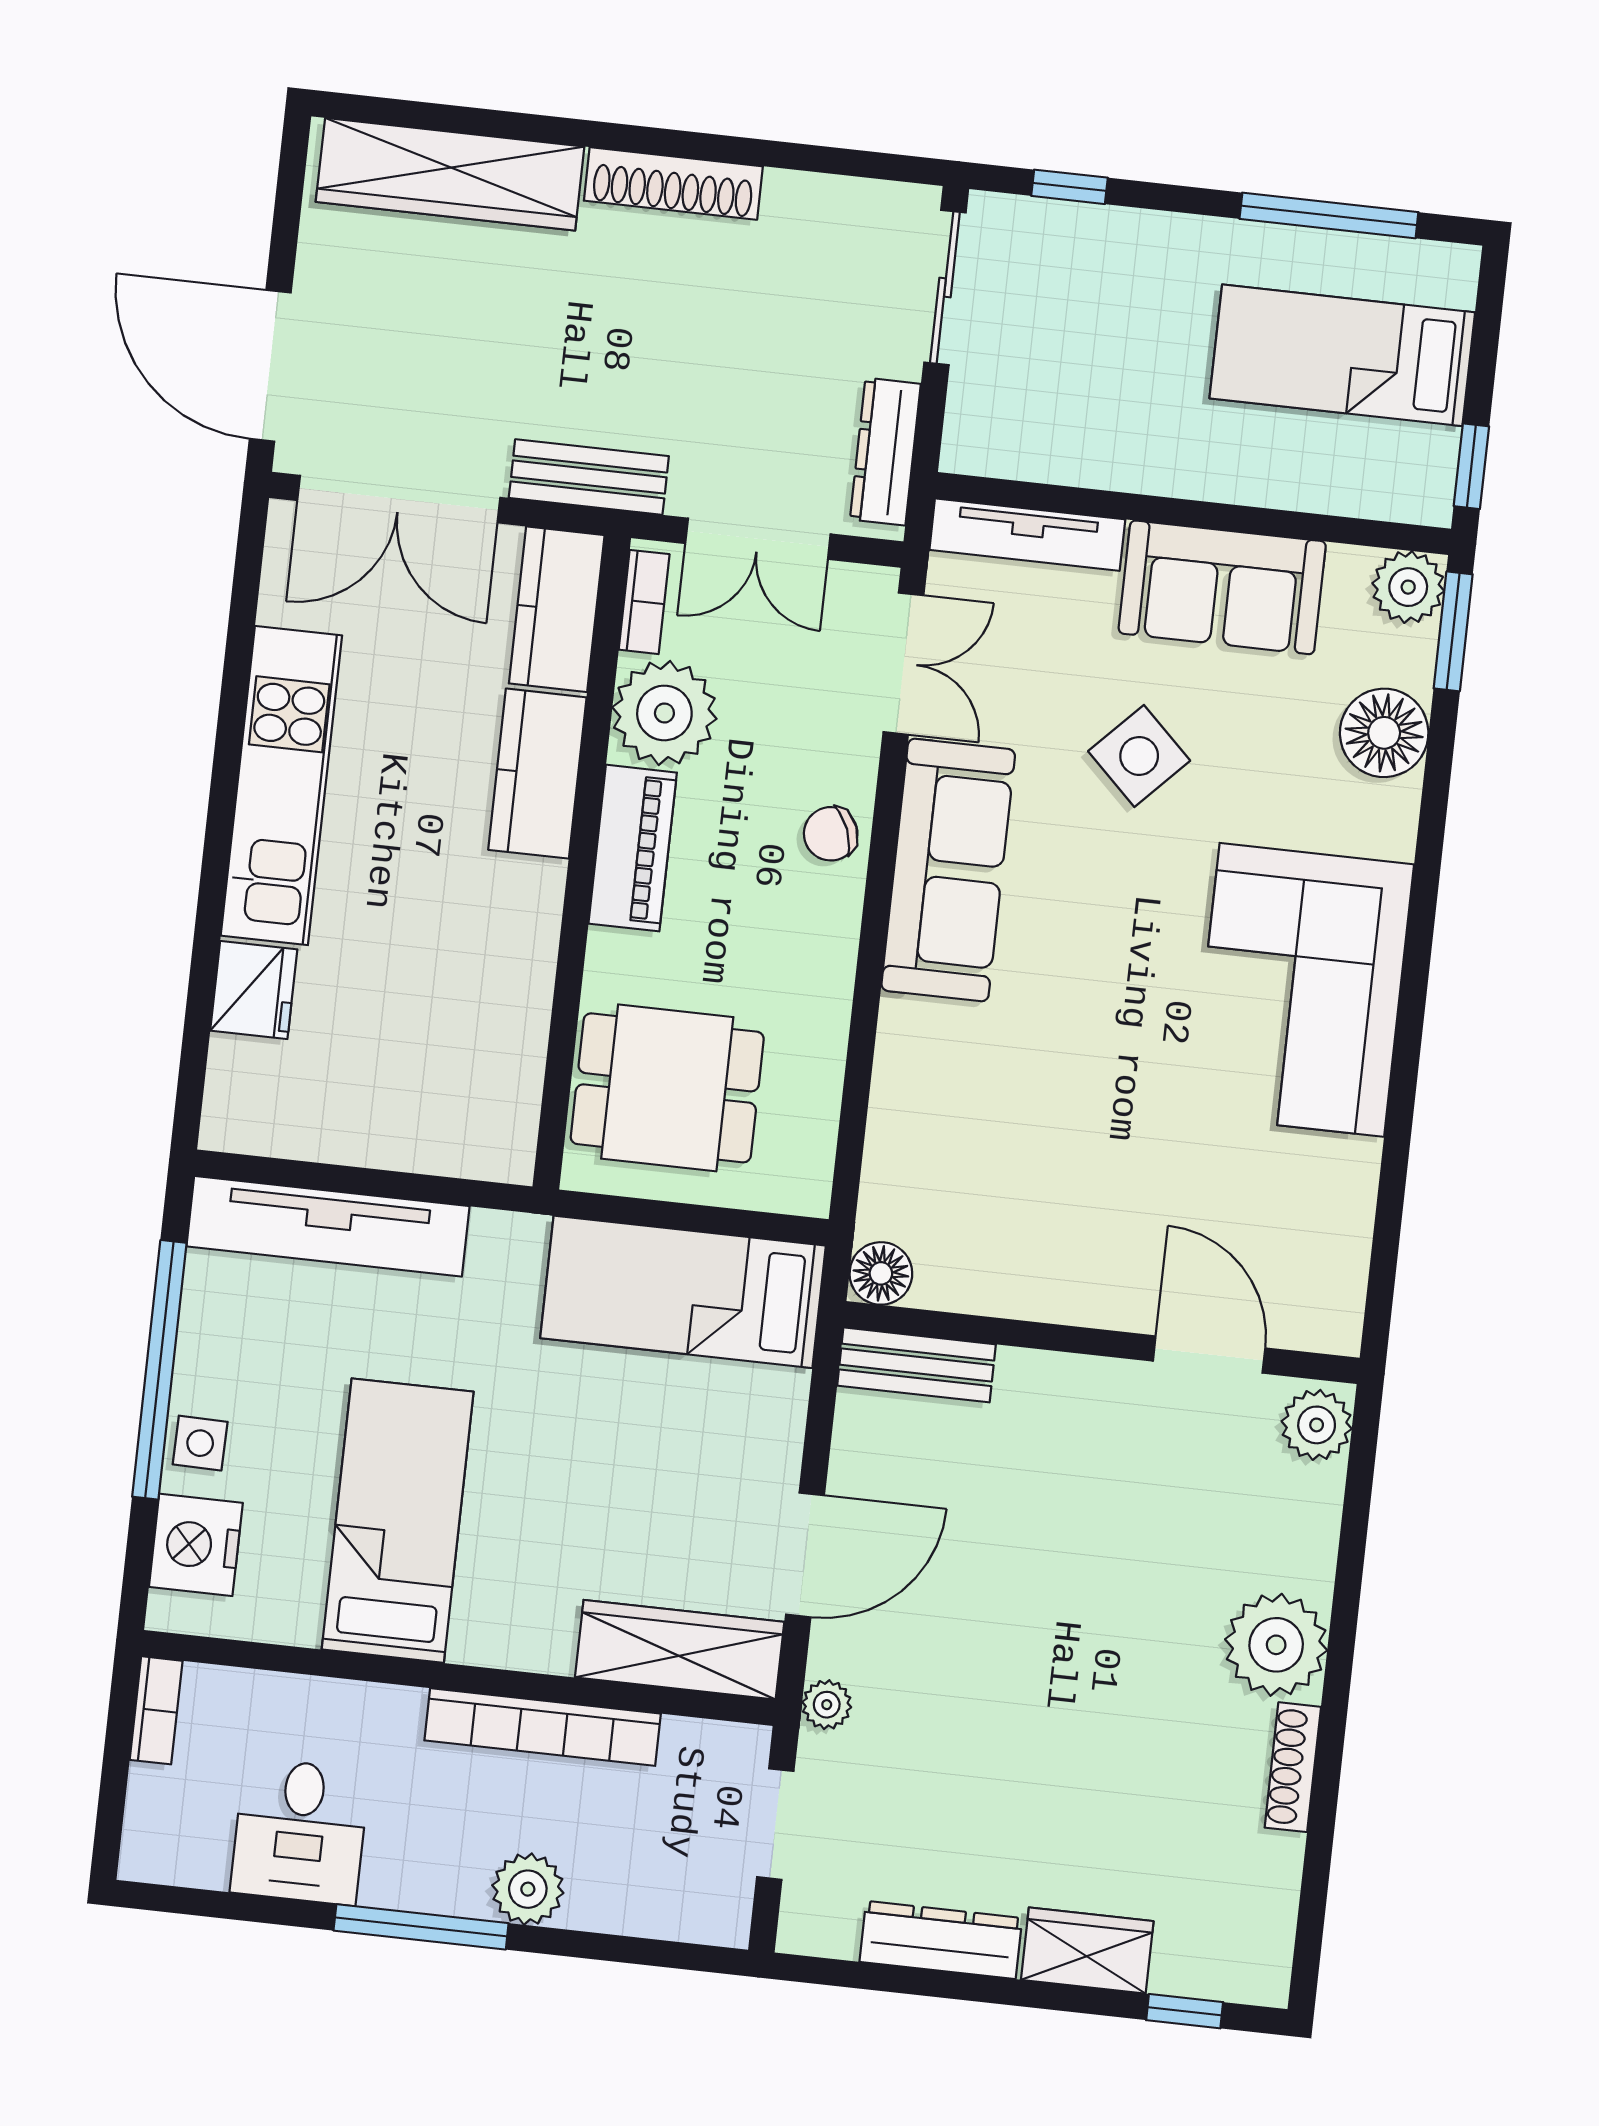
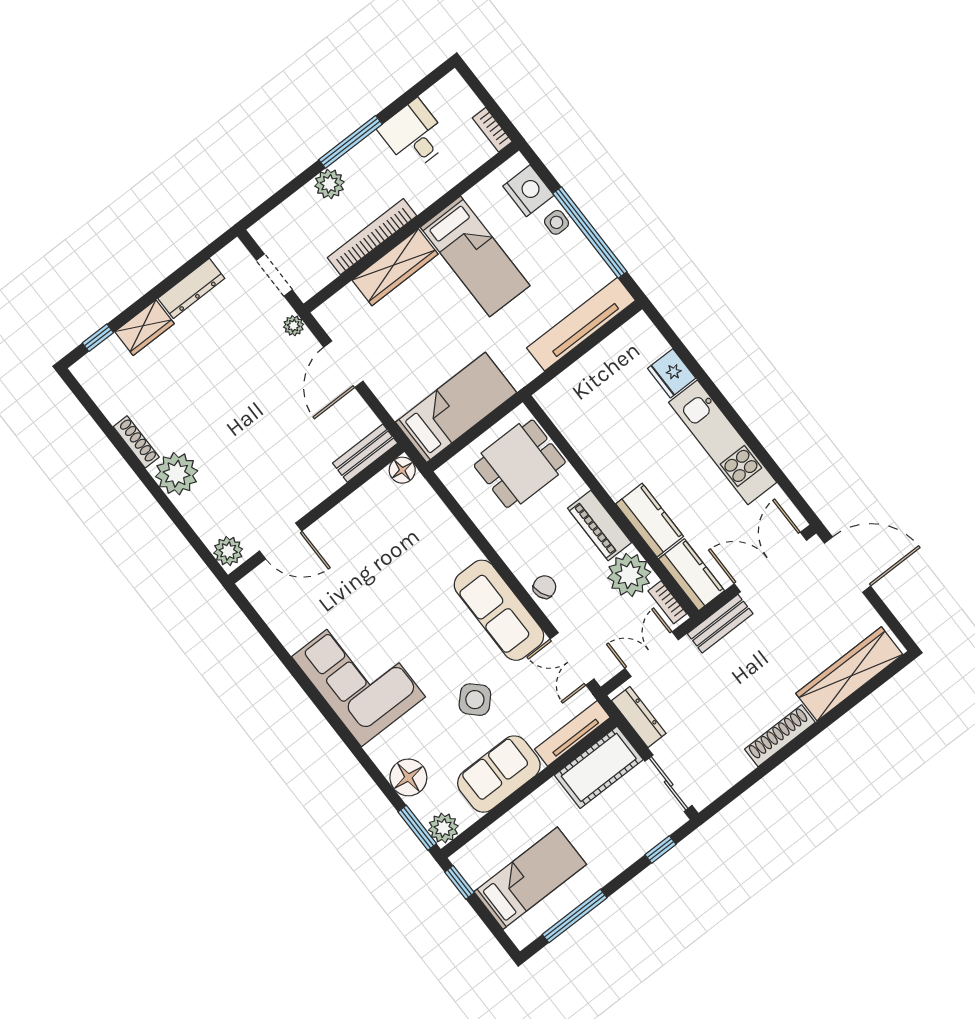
cot: (1039, 432) -> (599, 767), added
wardrobe: (680, 1650) -> (395, 267), moved

